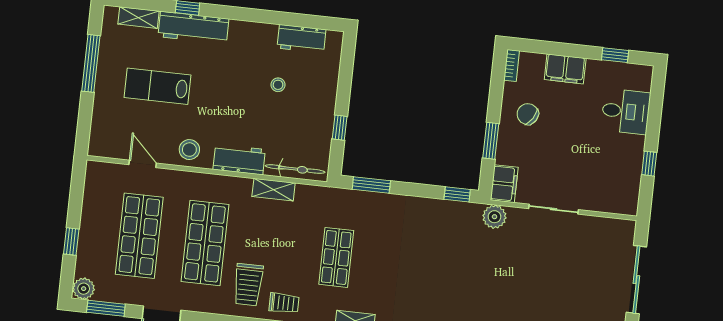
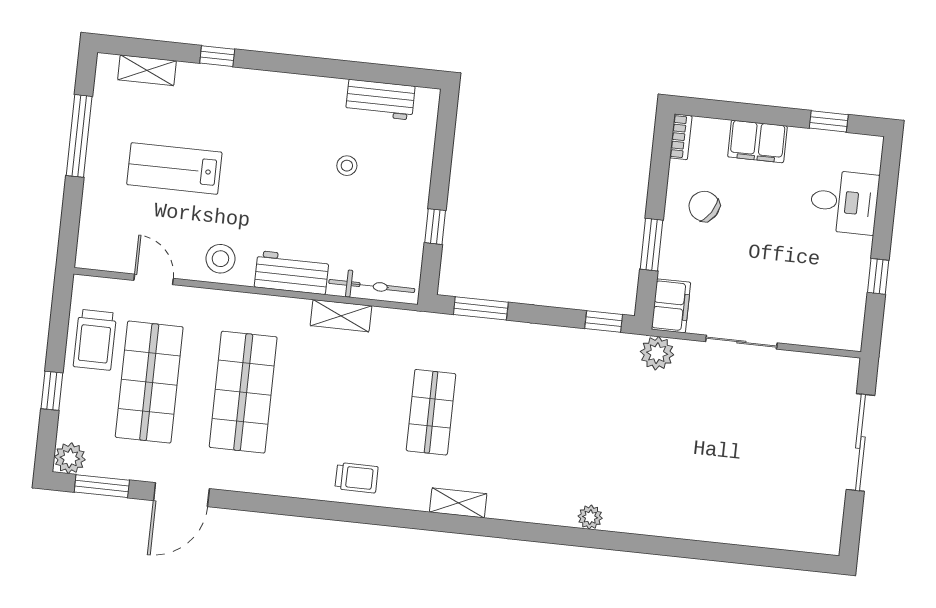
workbench: (193, 28) -> (226, 84), removed
trolley: (248, 285) -> (95, 340), moved

